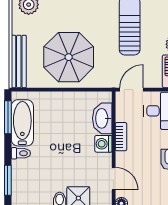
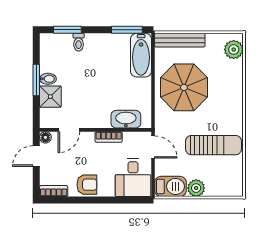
bathtub: (22, 123) -> (141, 55), moved, turned 90
washing machine: (103, 144) -> (102, 120), removed
toilet: (21, 153) -> (79, 42), moved

